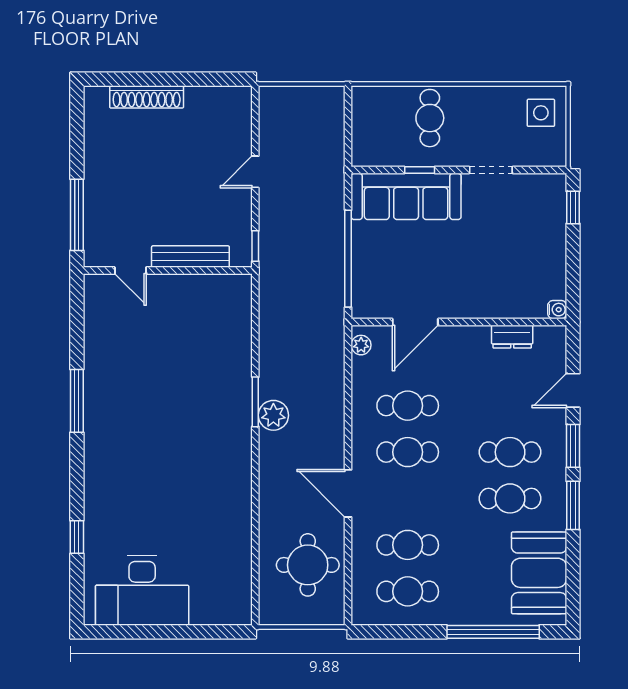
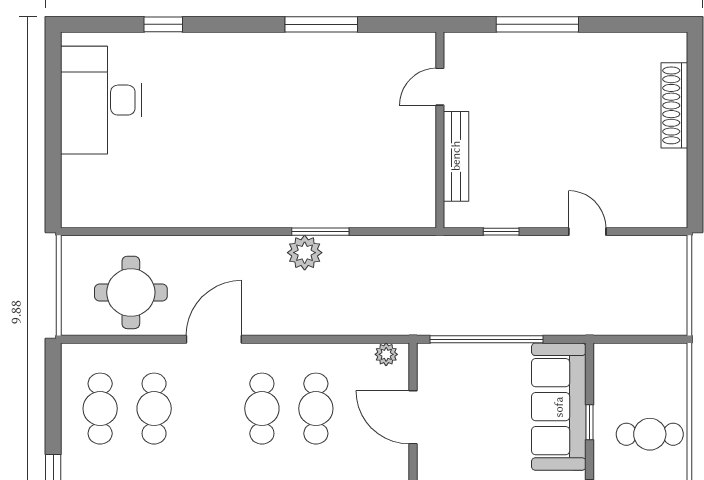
bench: (190, 257) -> (456, 156), moved
door: (130, 270) -> (440, 87), moved
wall: (168, 270) -> (440, 130), moved

